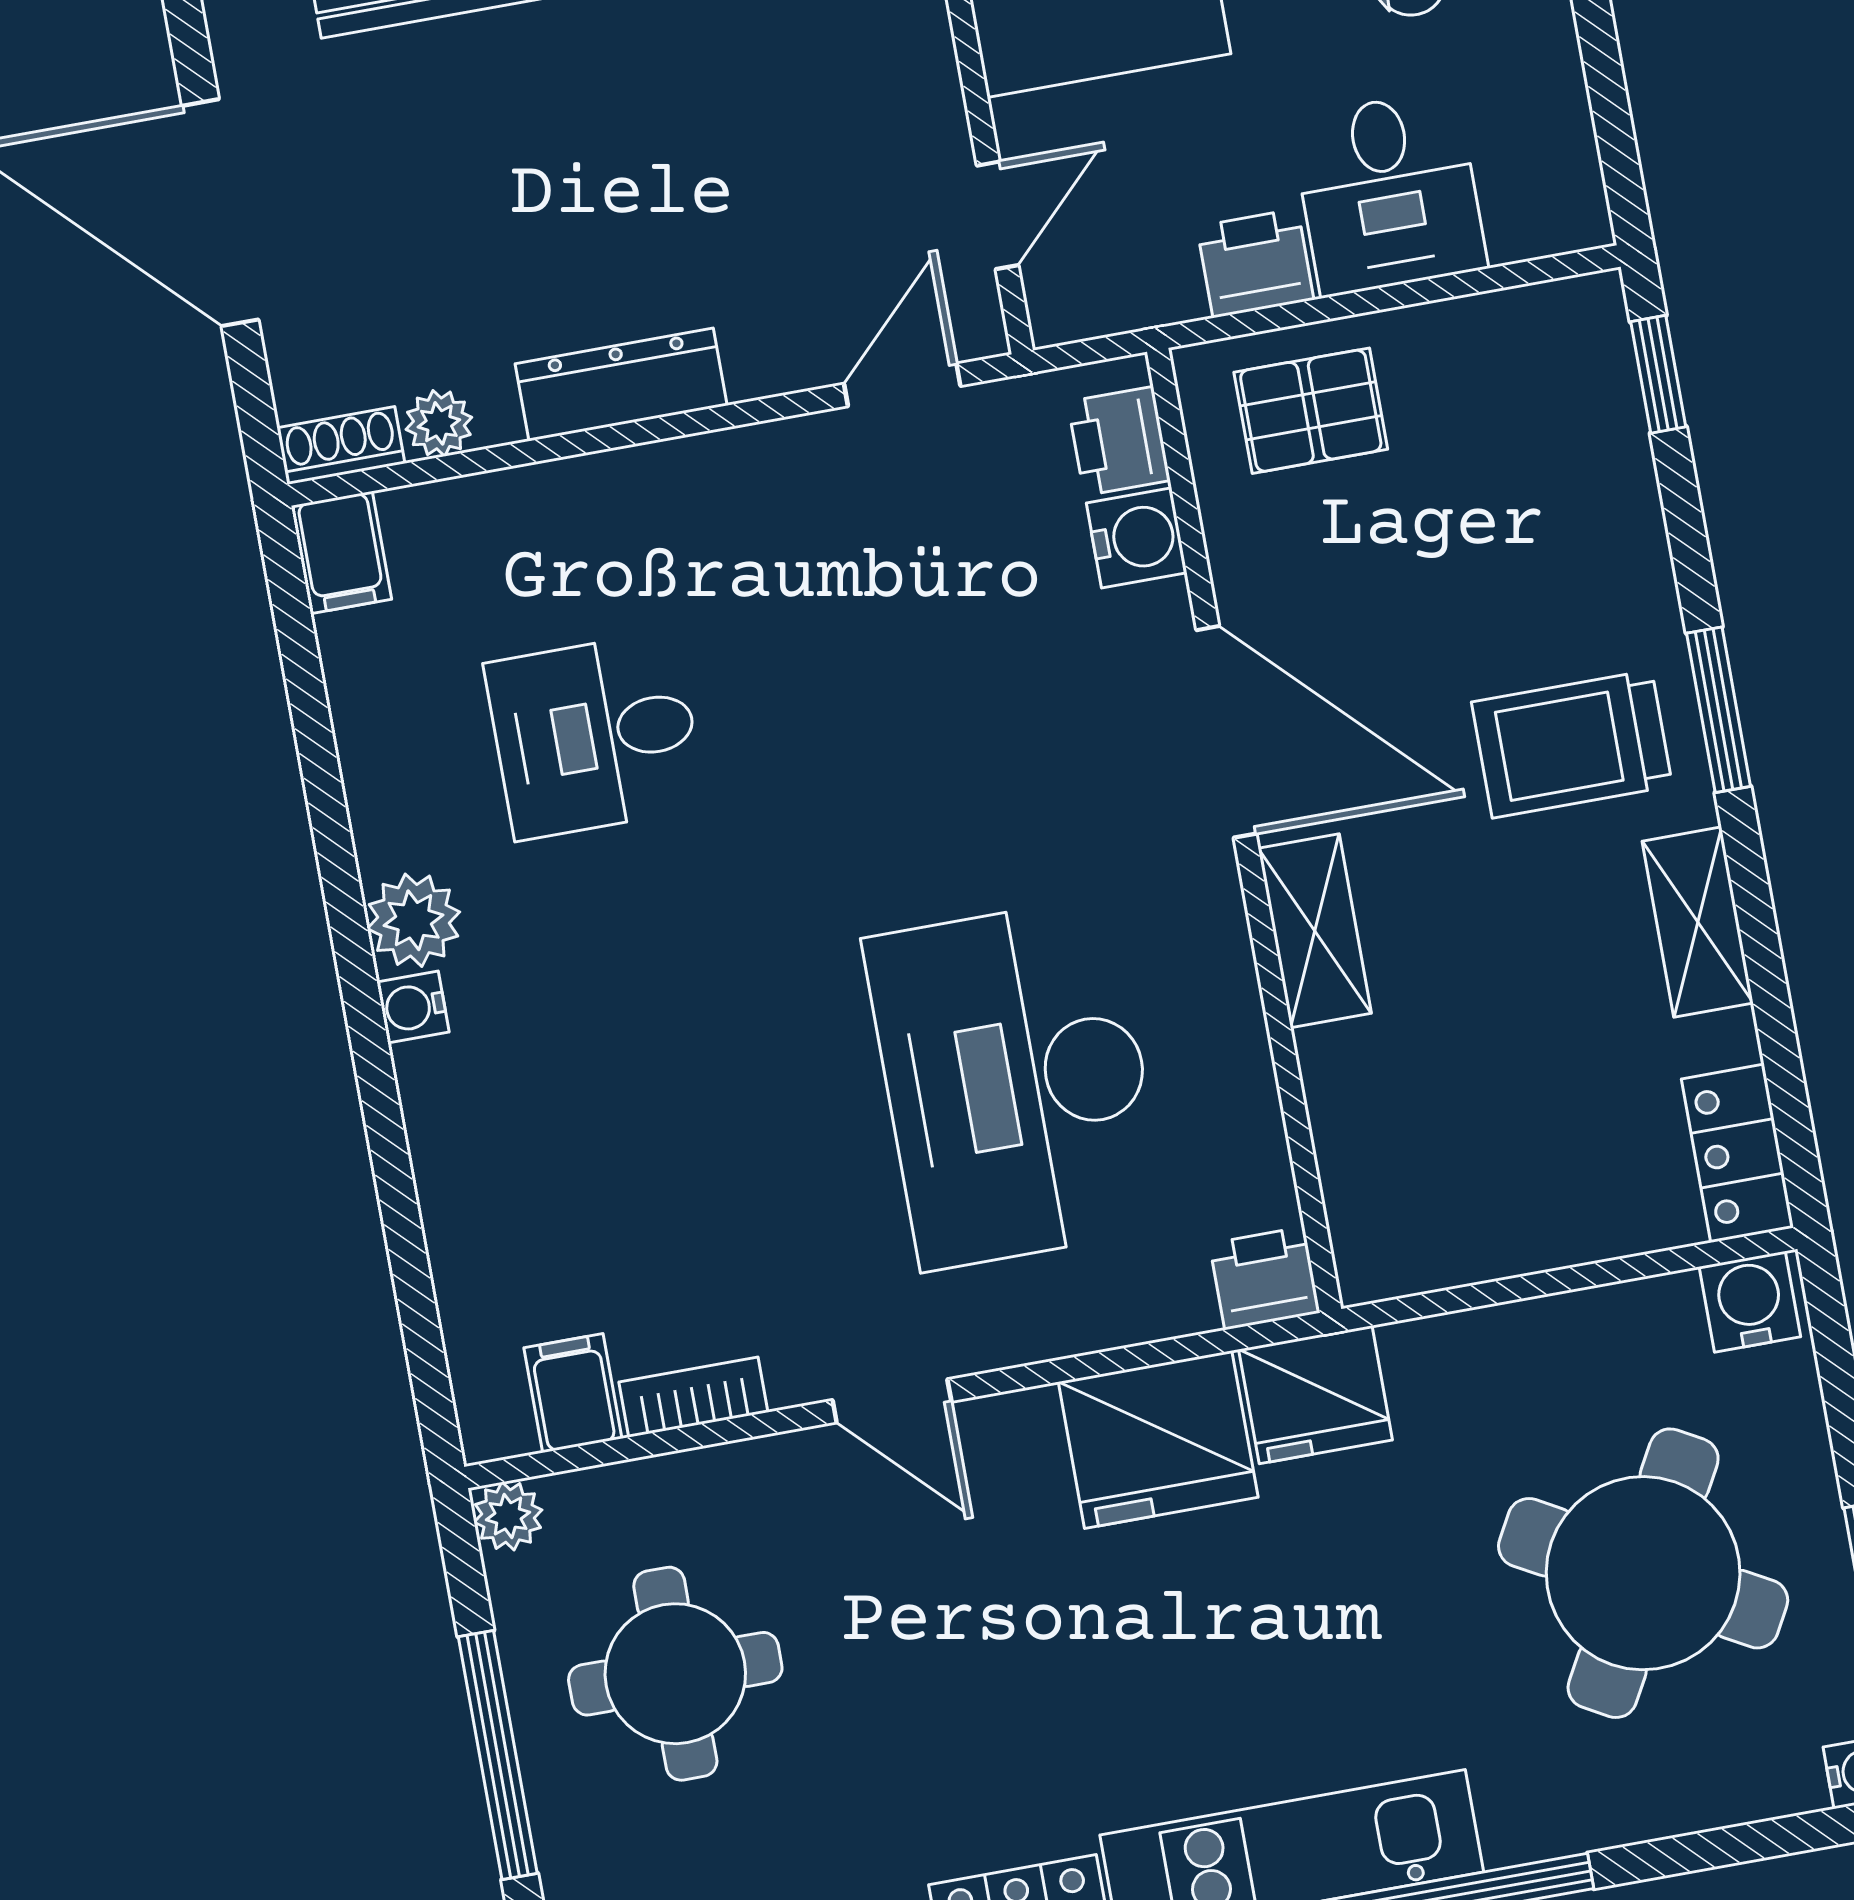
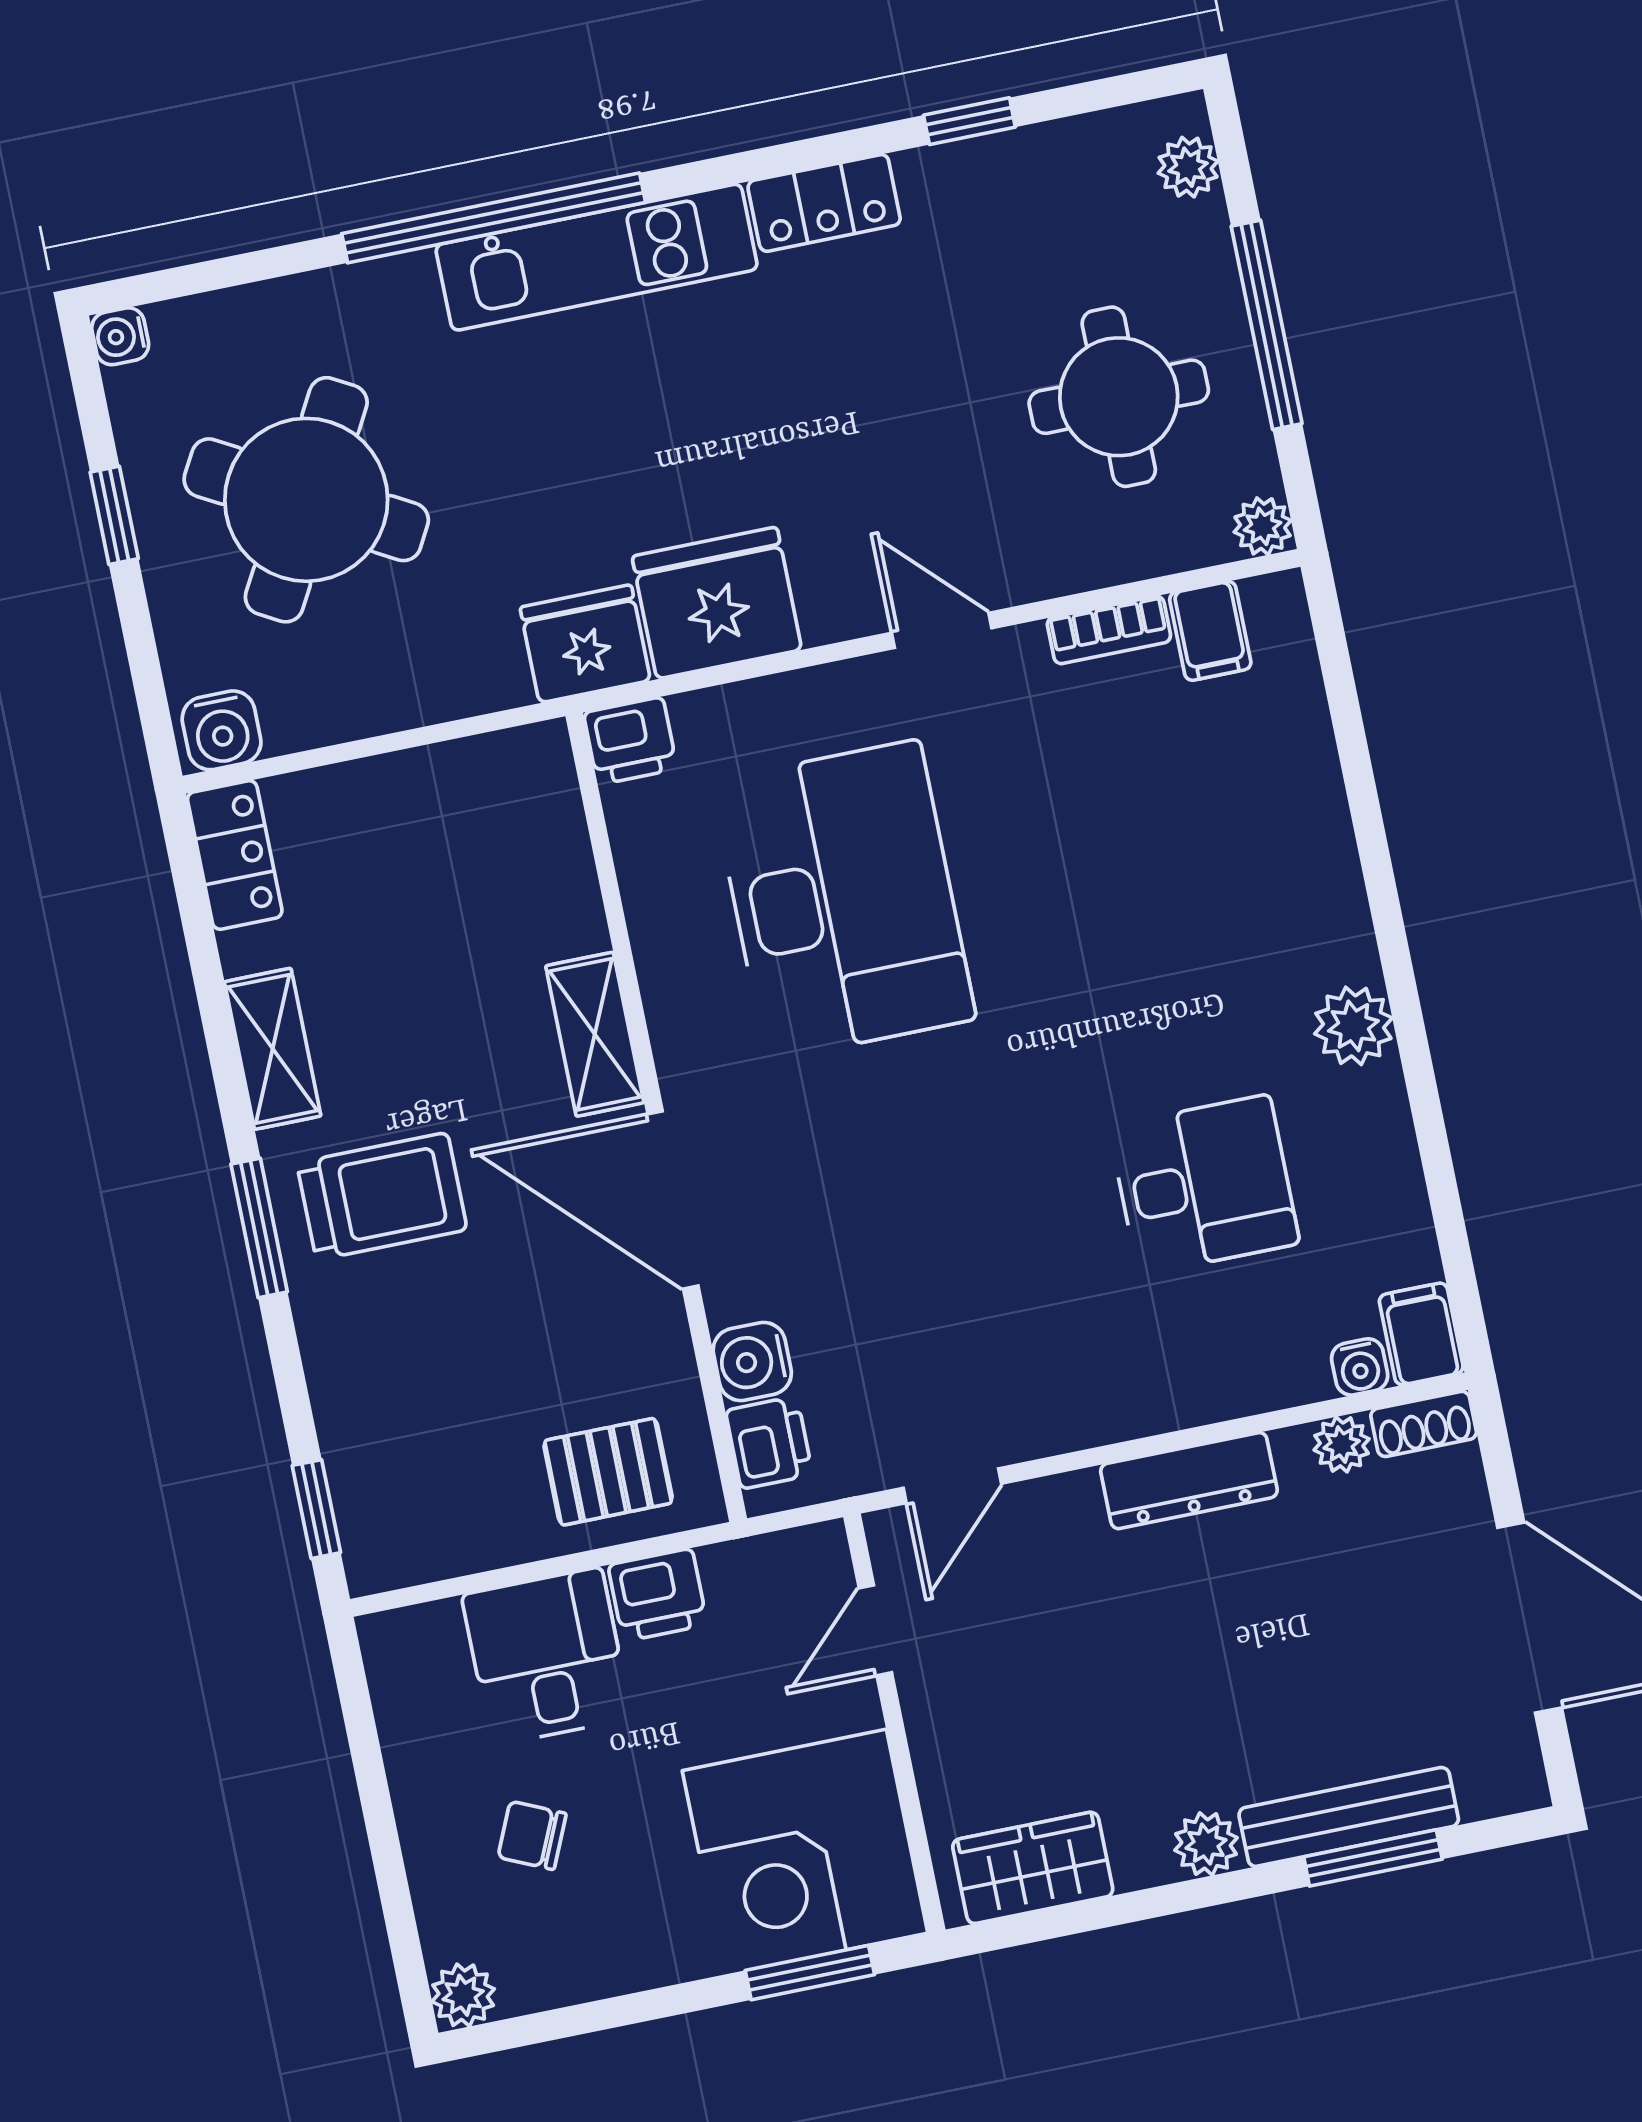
water cooler: (413, 1007) -> (1360, 1367), moved, turned 90

